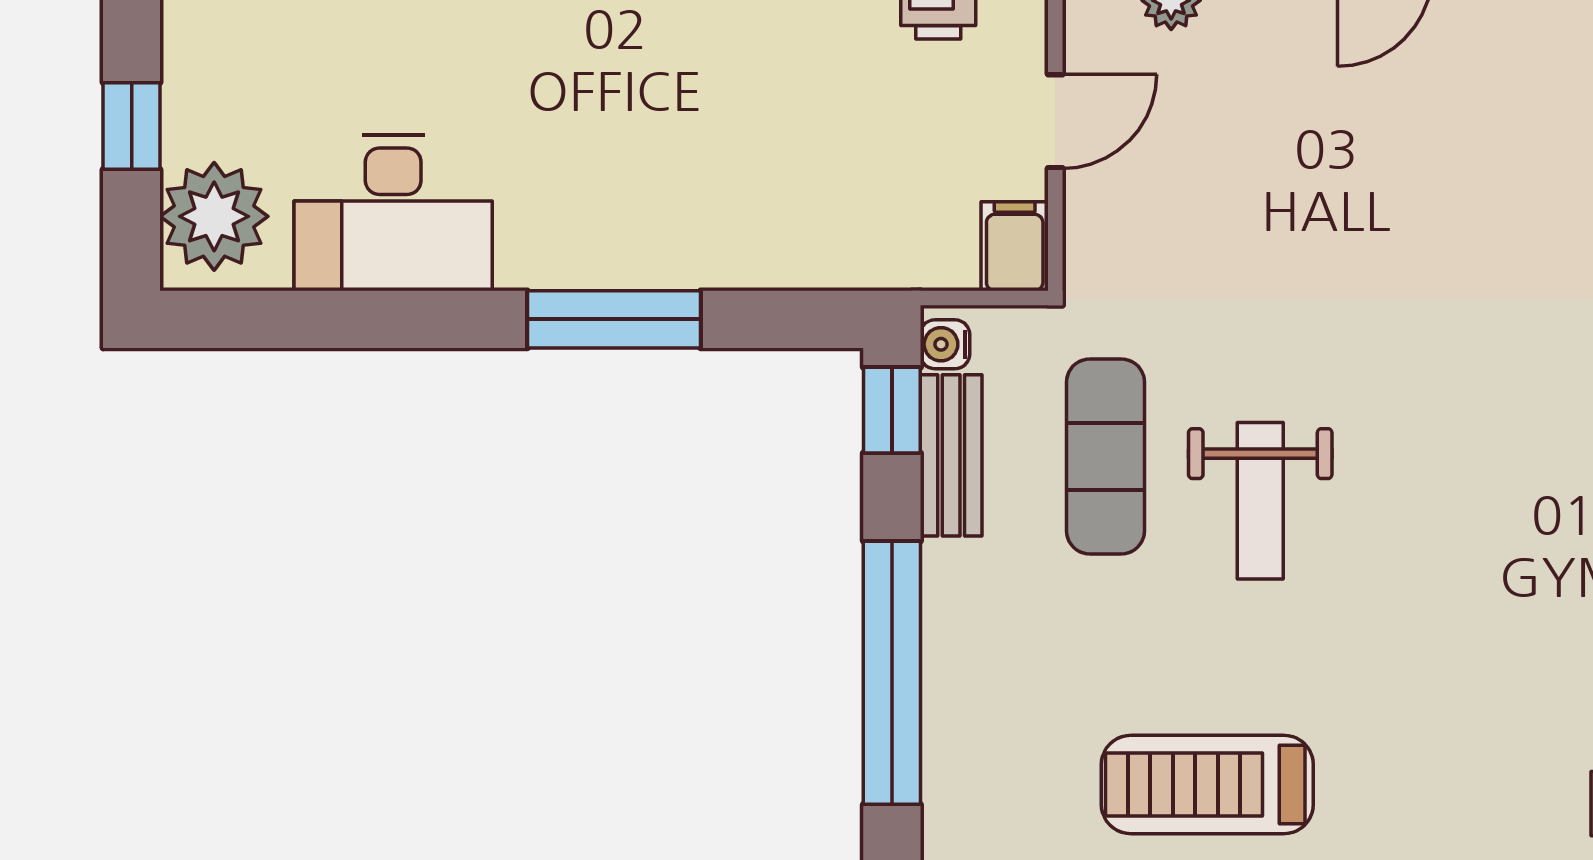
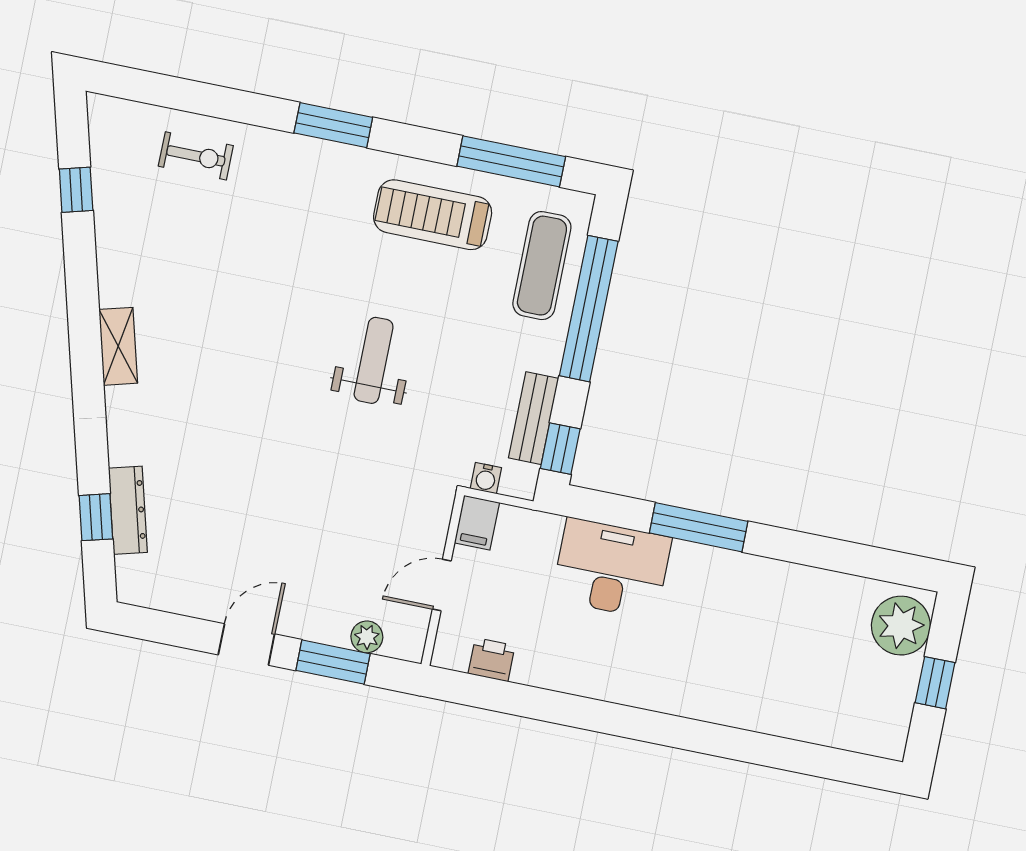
desk: (393, 213) -> (611, 568), moved
water cooler: (945, 344) -> (486, 478), moved, turned 90
exercise mat: (1106, 456) -> (542, 266), moved
treadmill: (1207, 784) -> (433, 215), turned 180

